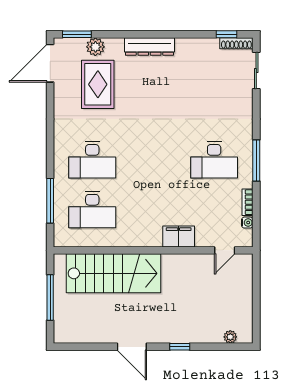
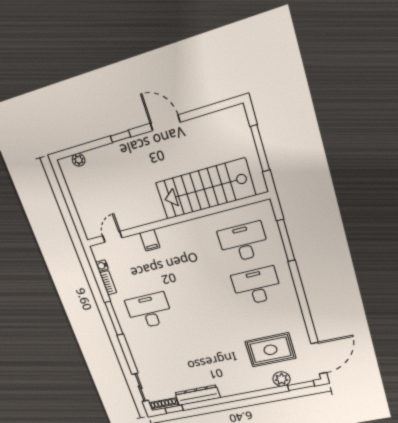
dresser: (149, 46) -> (198, 395), moved
rug: (98, 84) -> (270, 350), turned 90
filing cabinet: (179, 236) -> (150, 240), width x0.50

